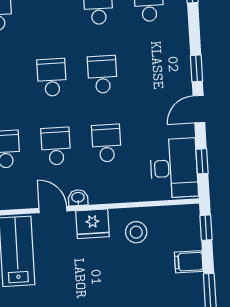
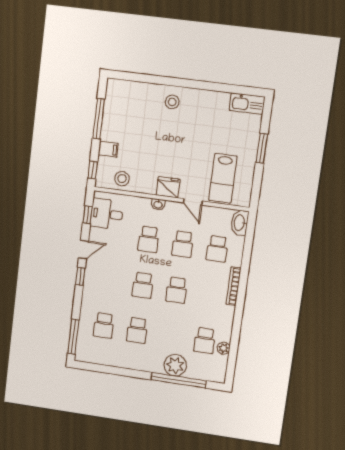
desk: (174, 168) -> (107, 214), width x0.73
washbasin: (78, 198) -> (158, 204), moved
stool: (136, 232) -> (122, 179), moved

